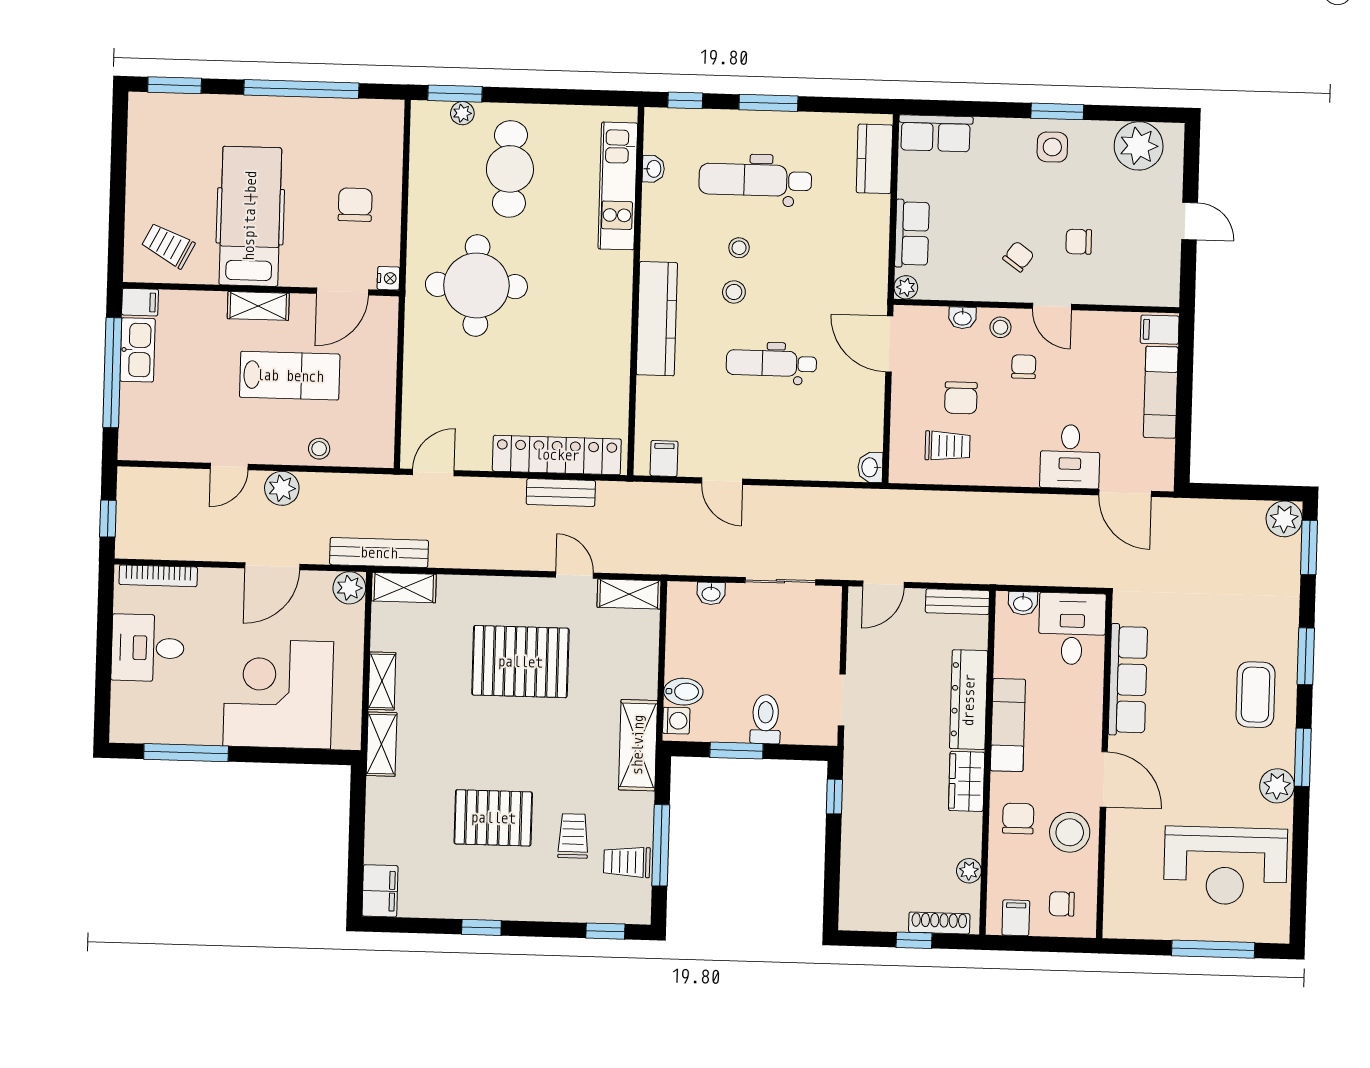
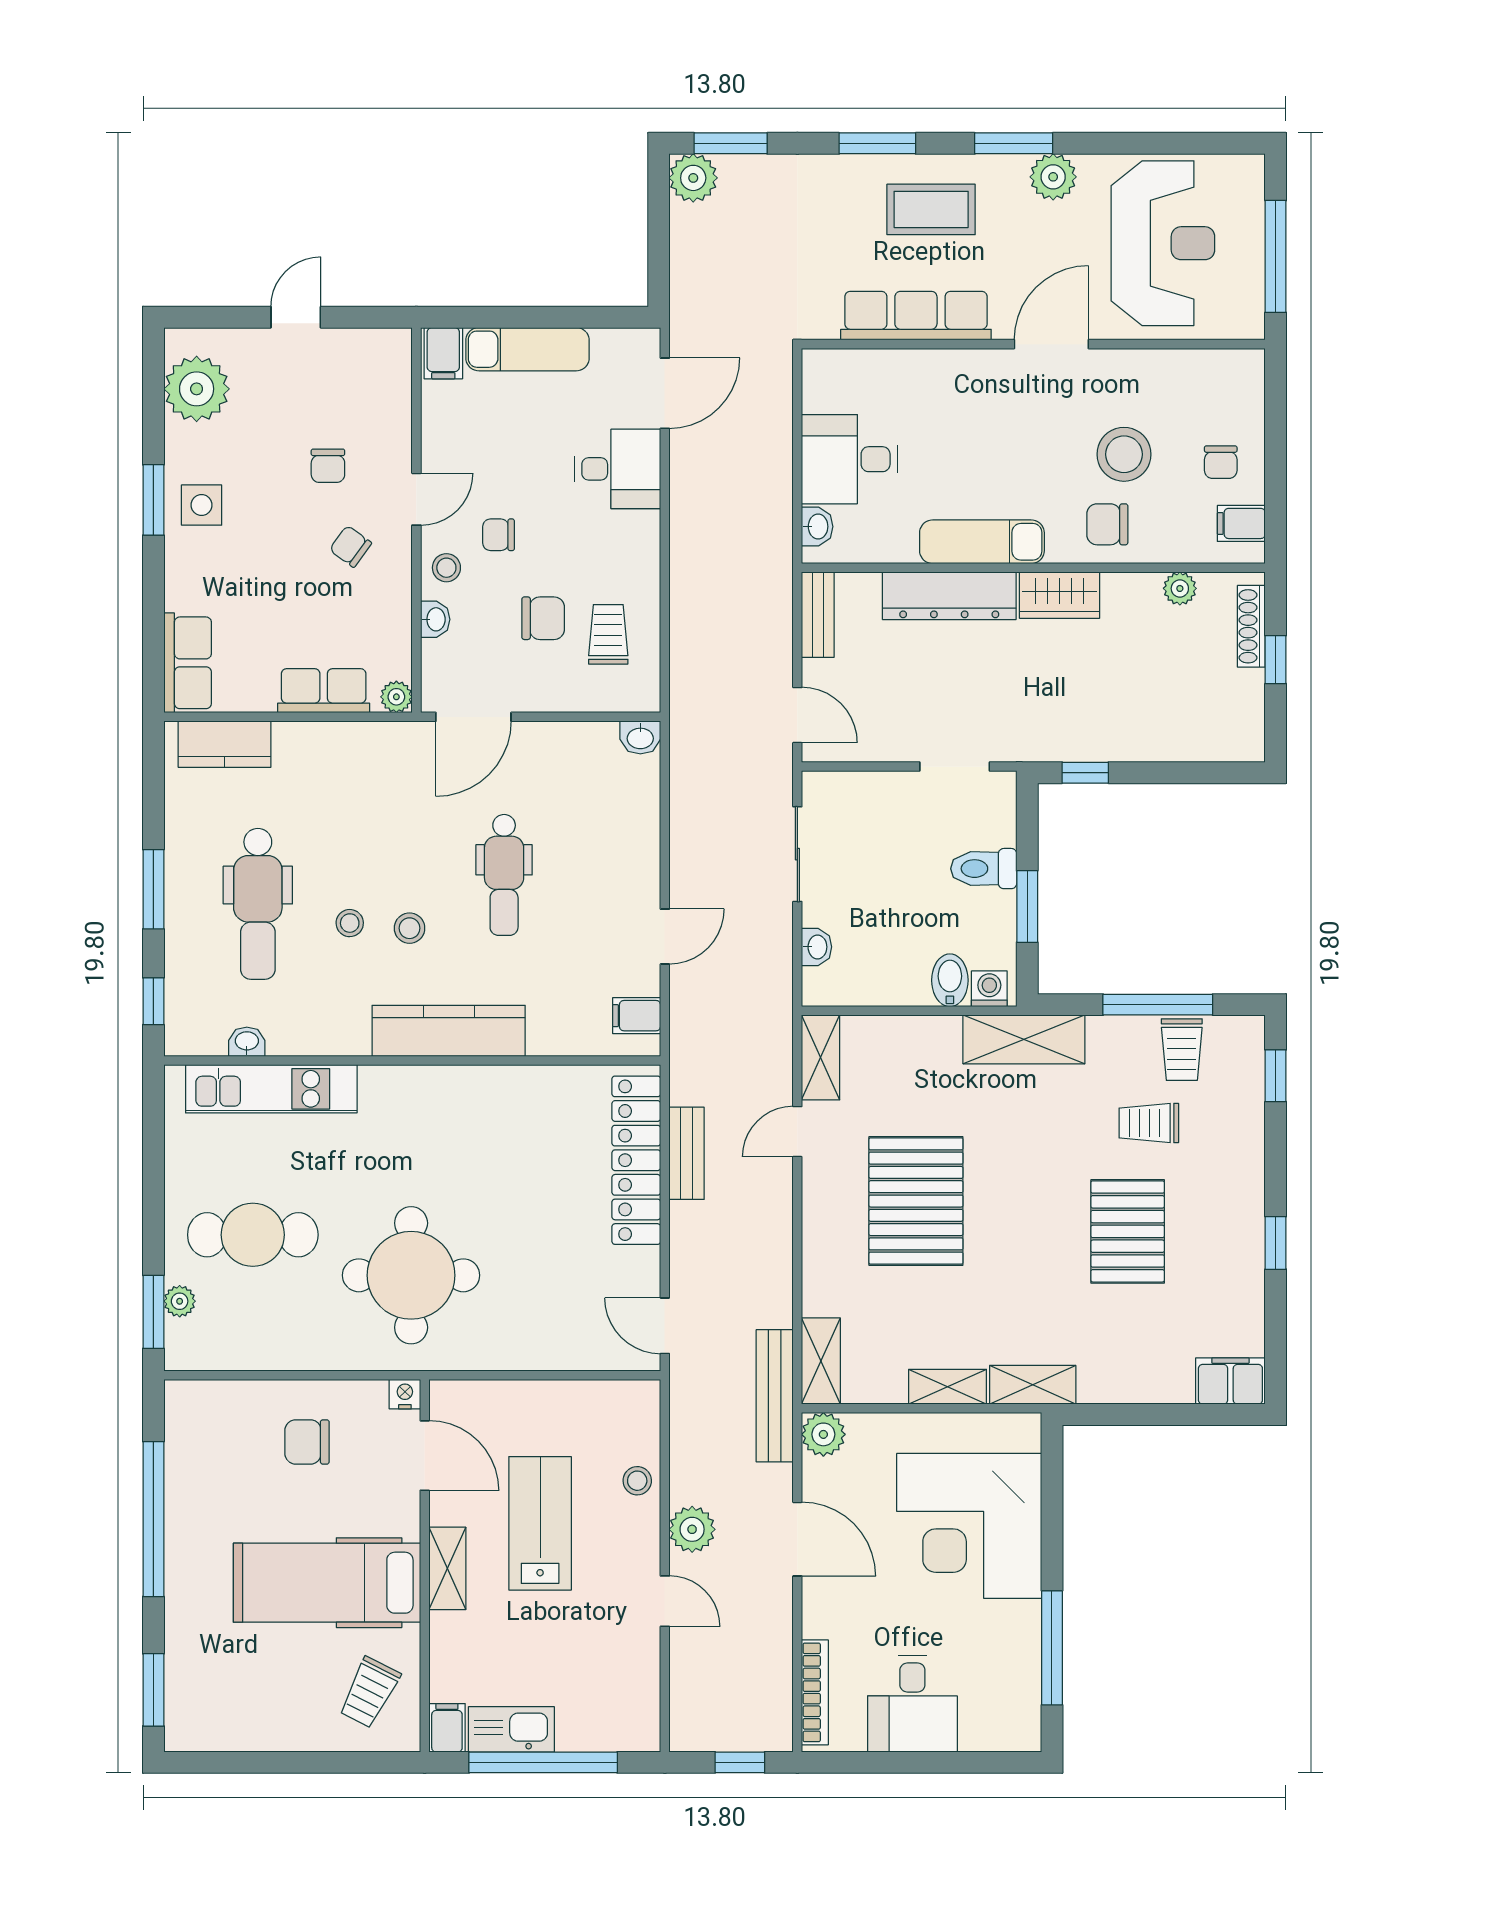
row of seats: (1128, 680) -> (916, 316), moved
wall: (1104, 766) -> (1033, 344), moved
door: (1104, 779) -> (1051, 344), moved

